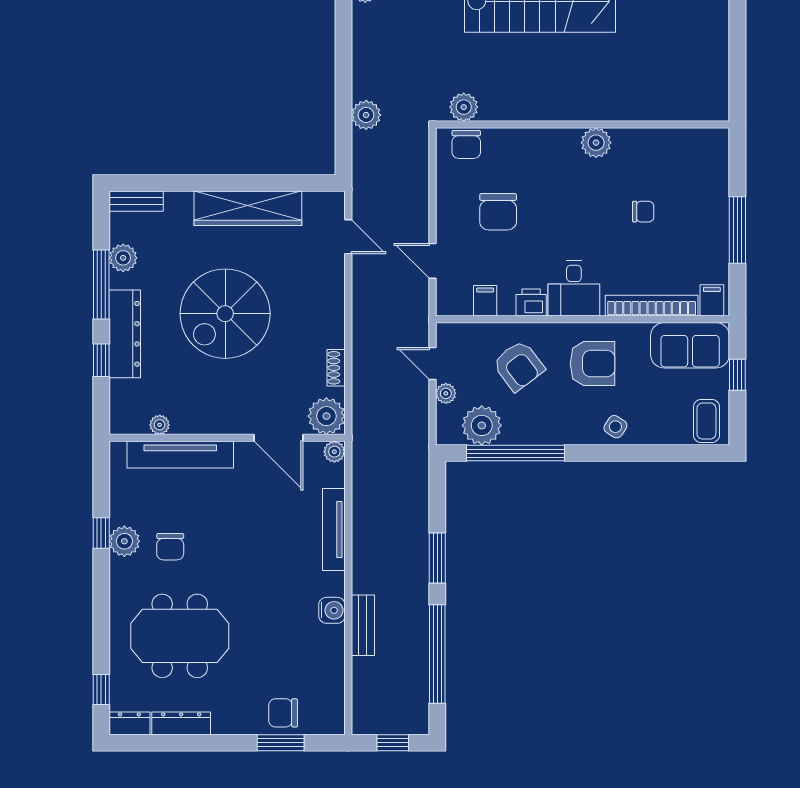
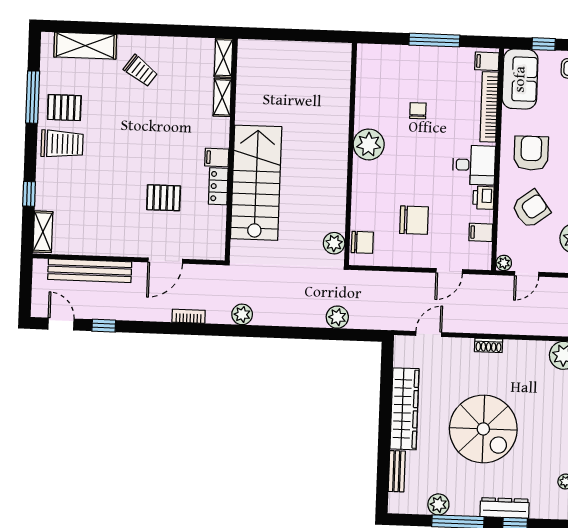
plant: (596, 143) -> (369, 144), width x1.36, depth x1.36
bench: (136, 201) -> (397, 471), moved
dresser: (125, 334) -> (505, 508), width x0.73, depth x0.80
shoe rack: (336, 368) -> (489, 345), moved
plant: (446, 393) -> (504, 263), moved

